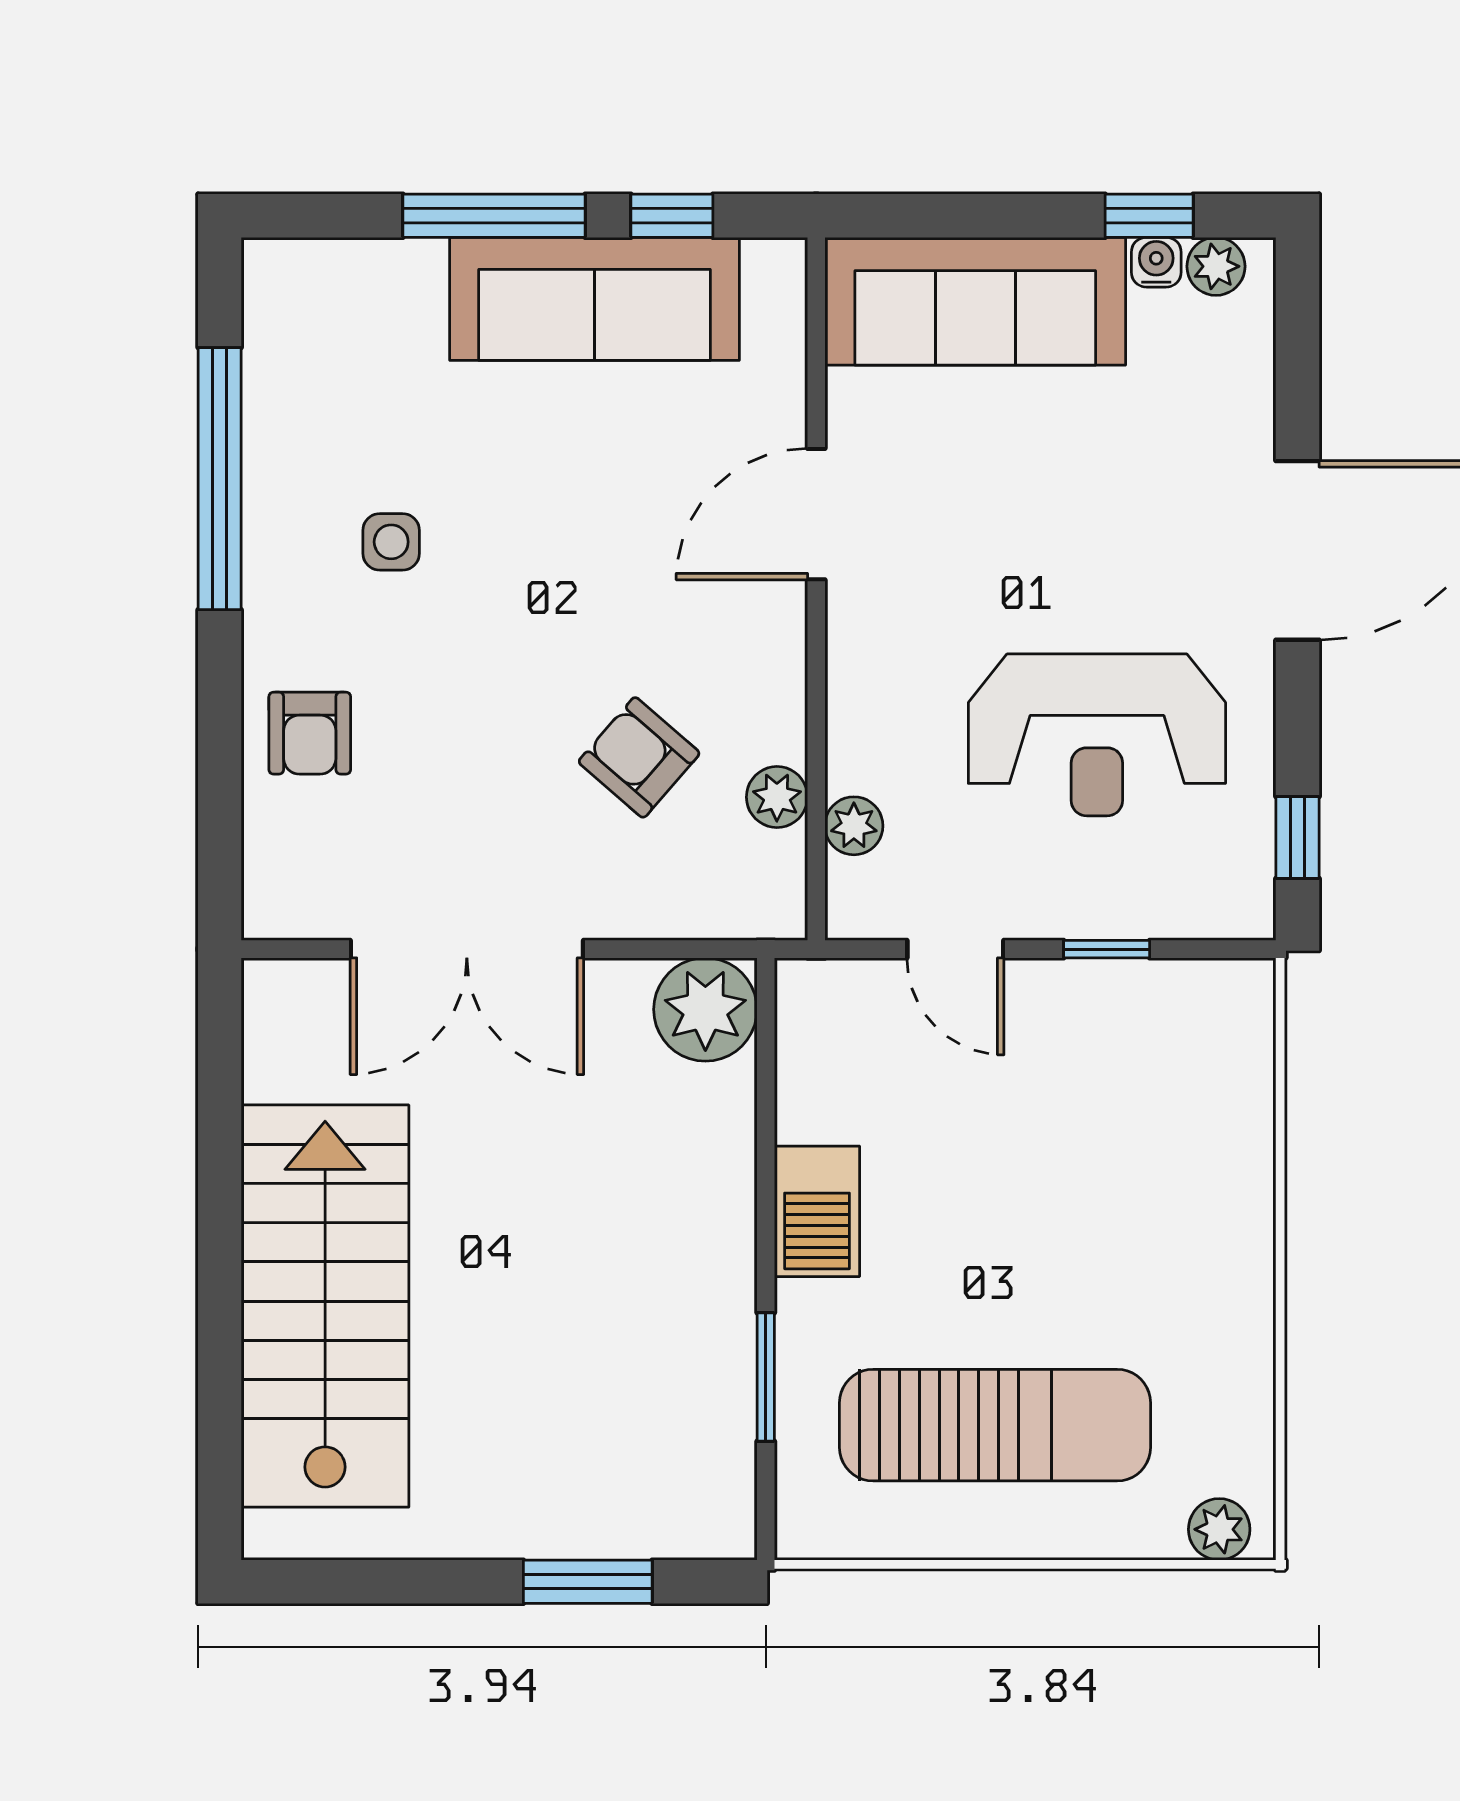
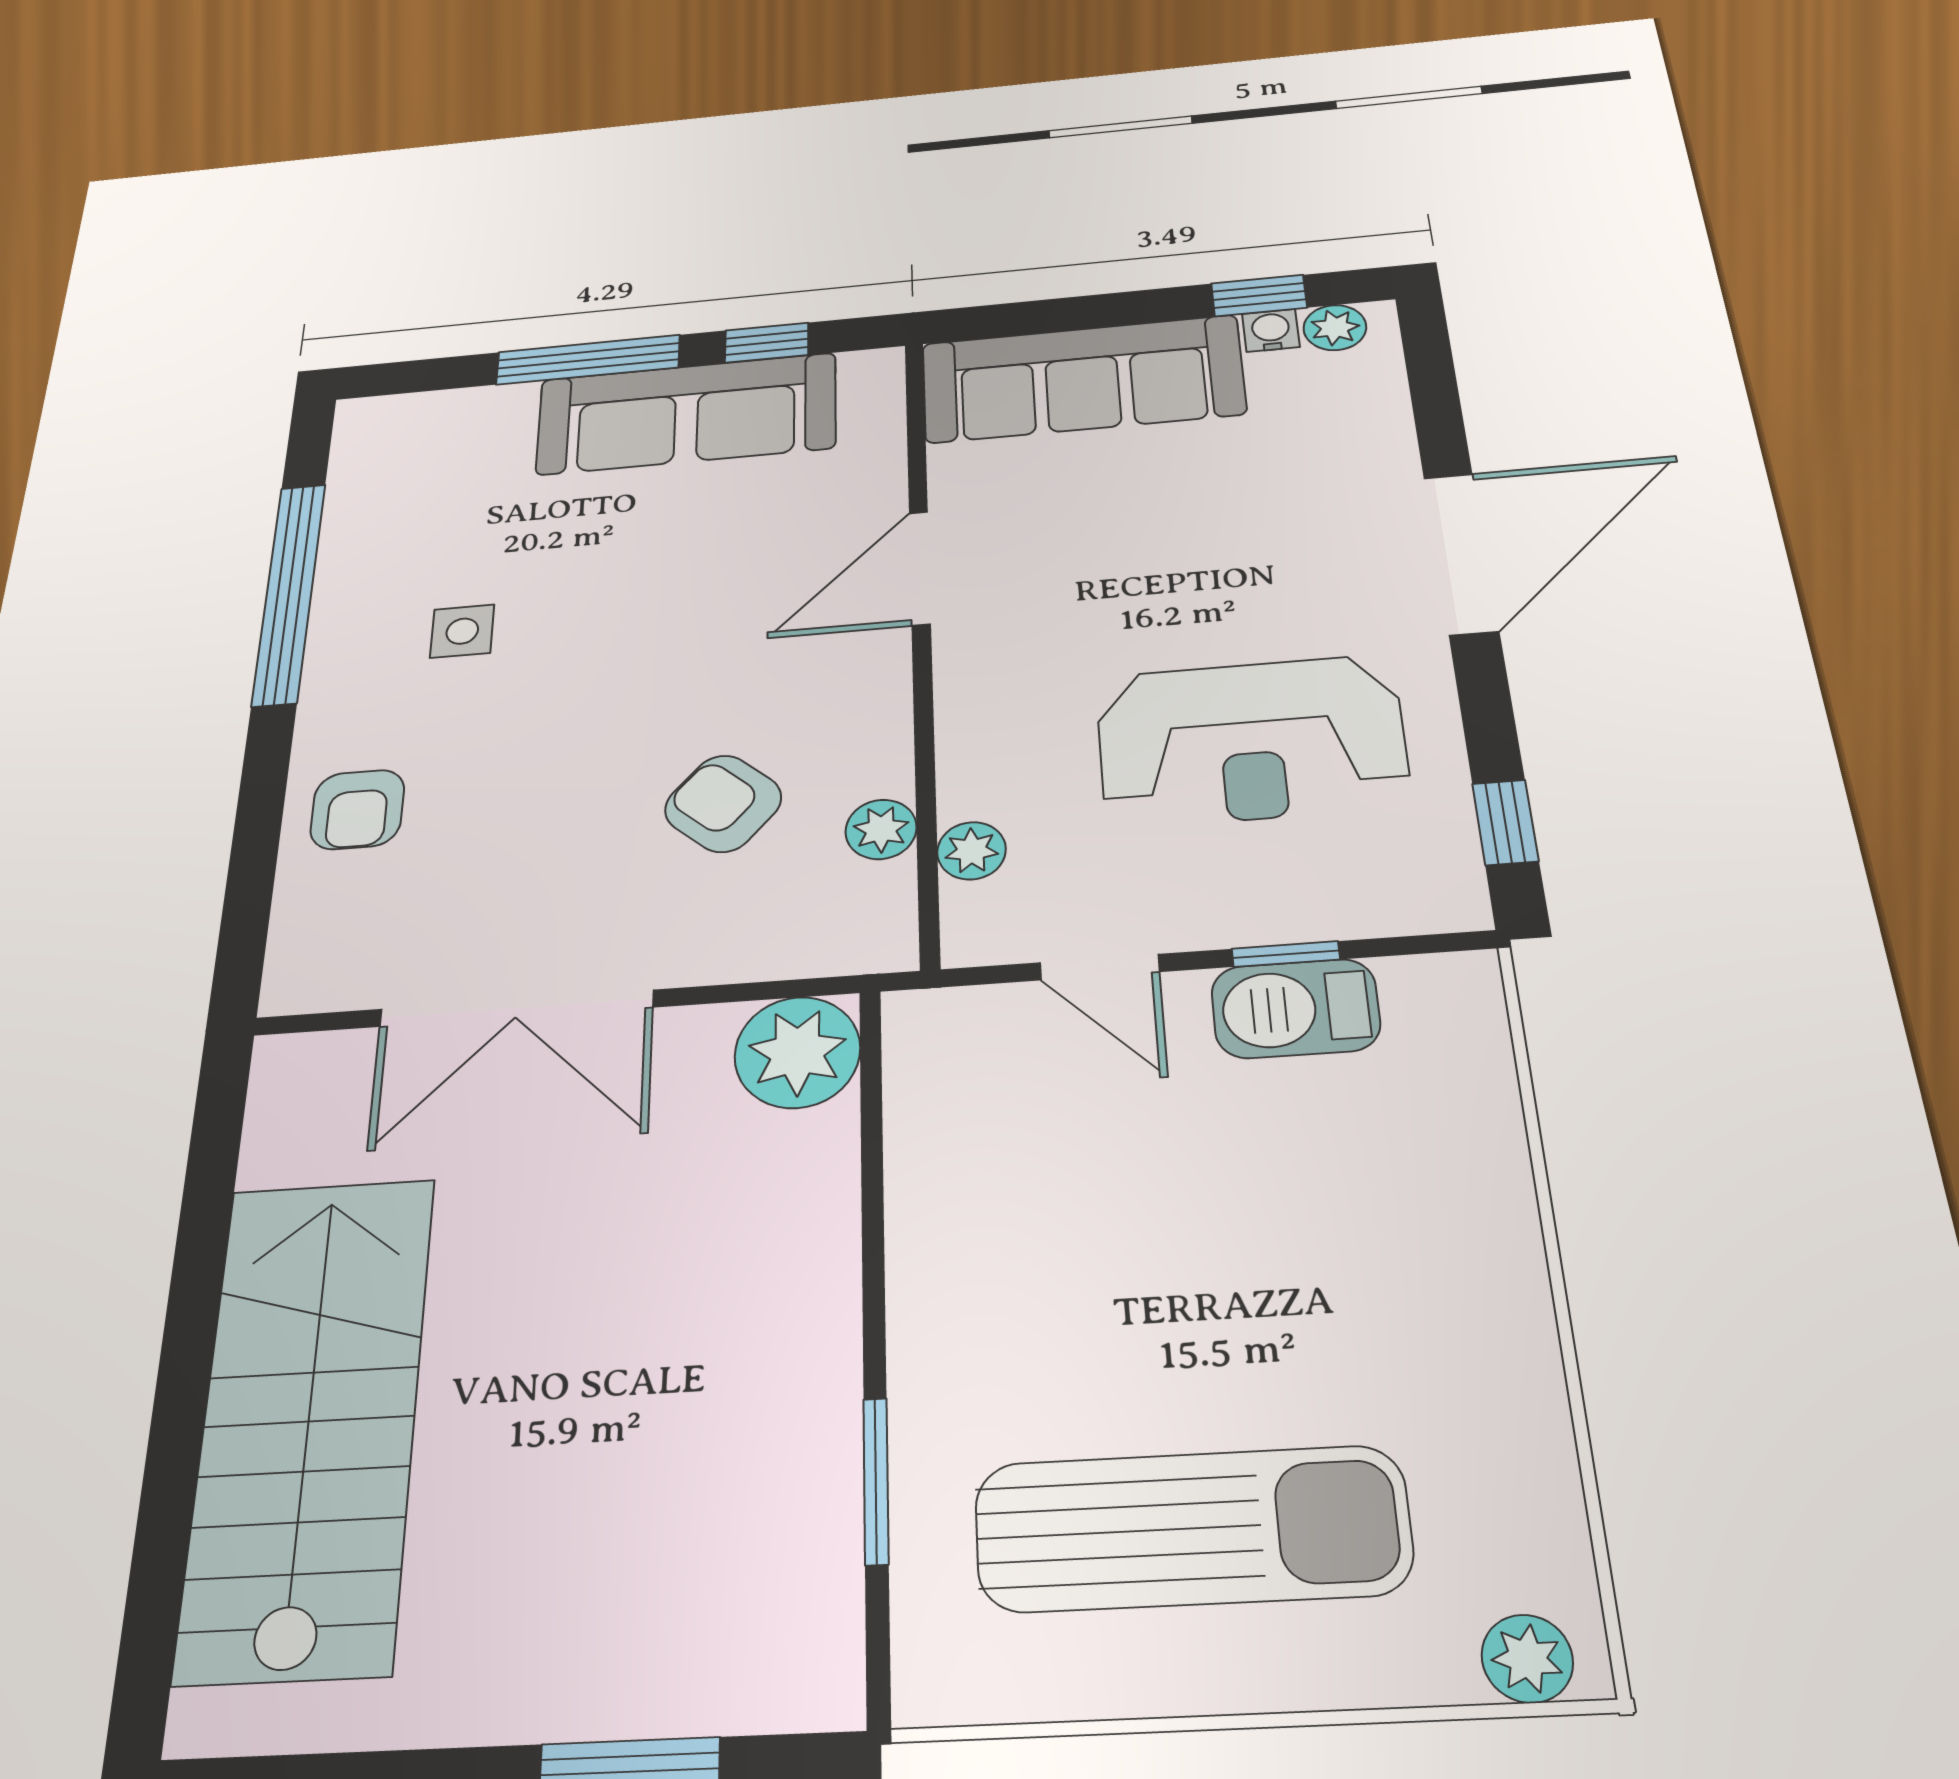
barbecue: (817, 1211) -> (1295, 1008), moved, turned 90

